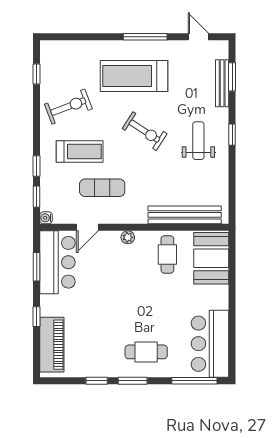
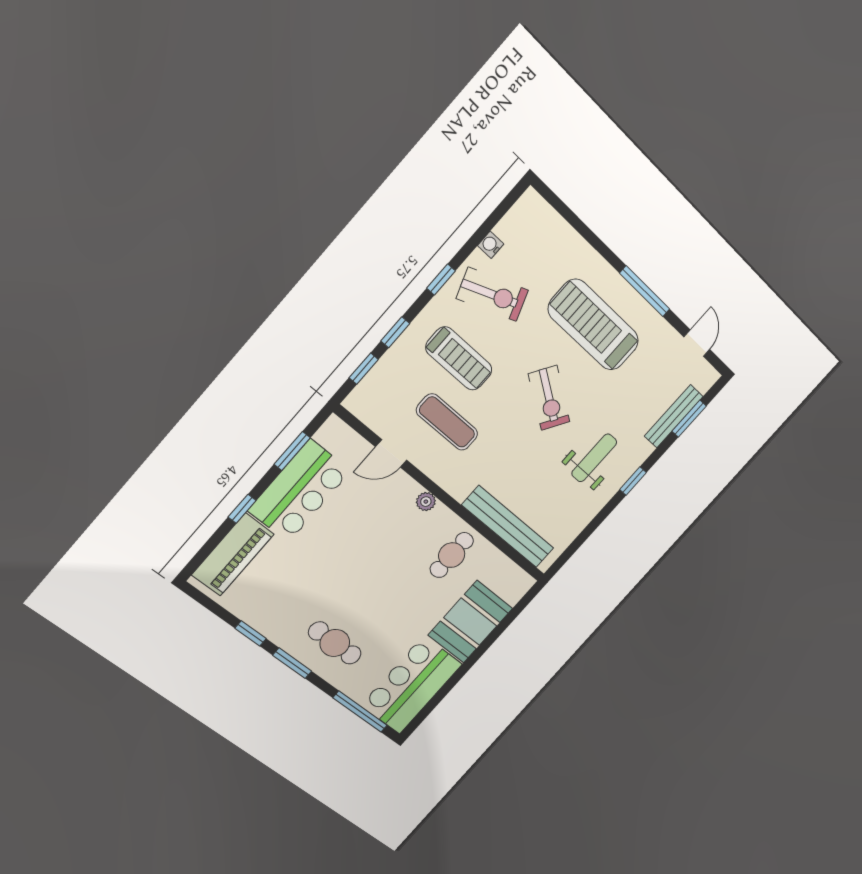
window: (37, 74) -> (441, 280), moved
water cooler: (46, 218) -> (491, 245), moved
booth: (211, 258) -> (470, 622), moved
bar counter: (57, 262) -> (299, 491), moved

